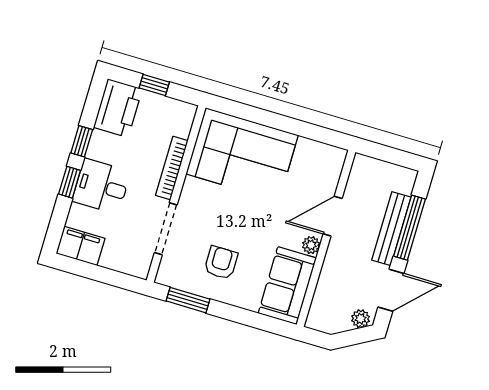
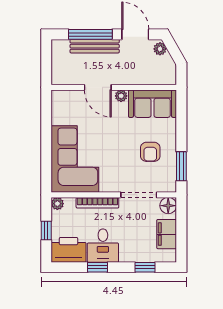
plant: (187, 112) -> (57, 204), added
window: (70, 182) -> (145, 267), moved
desk: (101, 186) -> (103, 246), moved
filing cabinet: (80, 246) -> (167, 234), moved
armchair: (221, 263) -> (150, 152), turned -90
floor lamp: (139, 265) -> (168, 206), added

